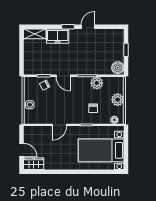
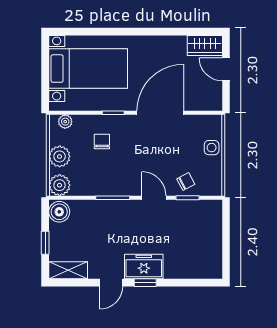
shelving: (35, 34) -> (68, 270), moved
freezer: (58, 36) -> (144, 266), moved
plant: (97, 83) -> (60, 185), moved
door: (59, 125) -> (160, 113), width x1.87

